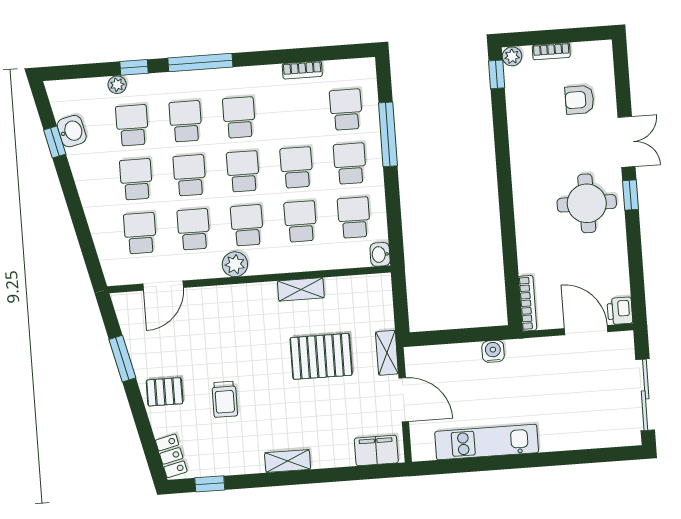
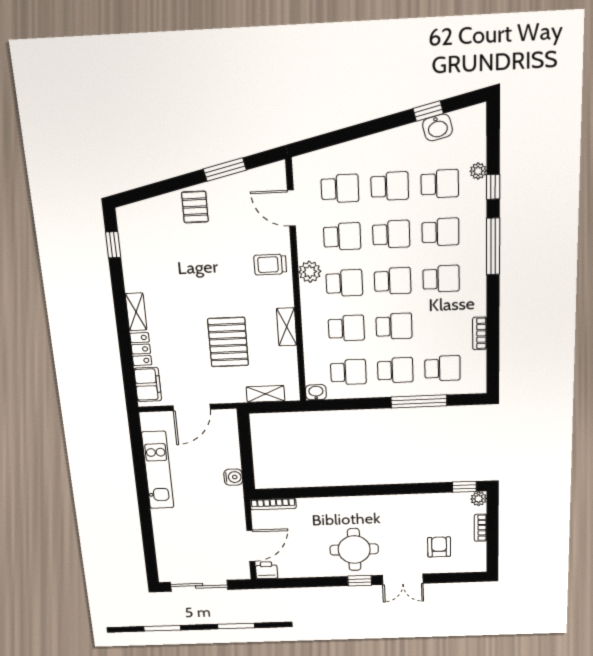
shelving: (387, 353) -> (266, 394), moved
trolley: (225, 399) -> (270, 265), moved
locker: (171, 456) -> (141, 349), moved, turned -77

